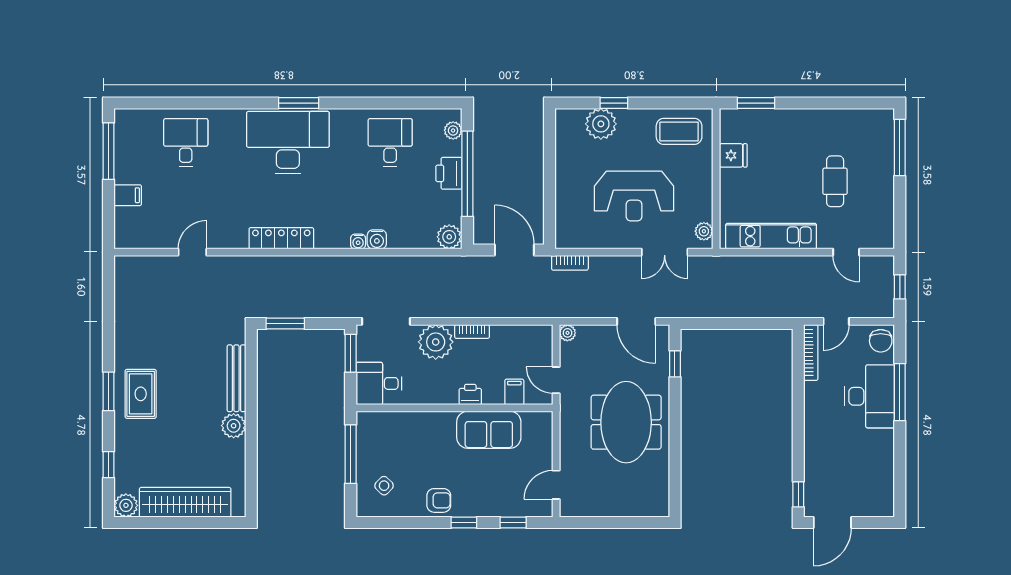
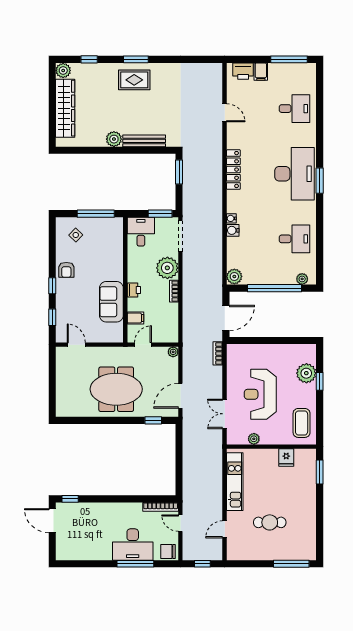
printer: (449, 173) -> (243, 71), moved, turned 180
plant: (704, 231) -> (254, 439), moved

